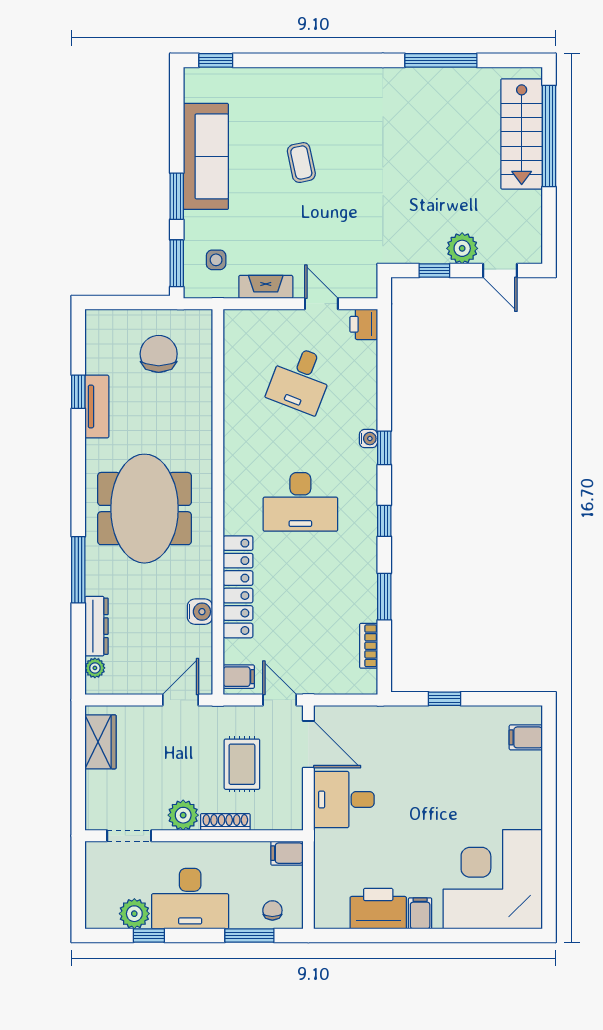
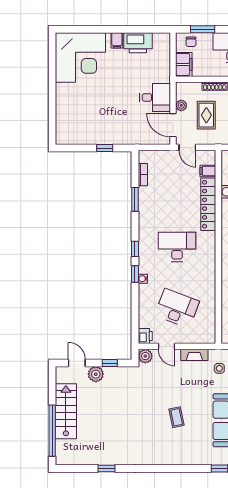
window: (441, 60) -> (106, 469), width x0.46
stairs: (522, 134) -> (66, 411), moved
plant: (363, 284) -> (145, 356), added
desk: (300, 380) -> (177, 308), width x1.37
window: (384, 521) -> (135, 249), moved
filing cabinet: (239, 677) -> (208, 171), moved
filing cabinet: (526, 737) -> (64, 129), removed
plant: (292, 784) -> (181, 105), added
filing cabinet: (287, 853) -> (184, 64), width x2.00

